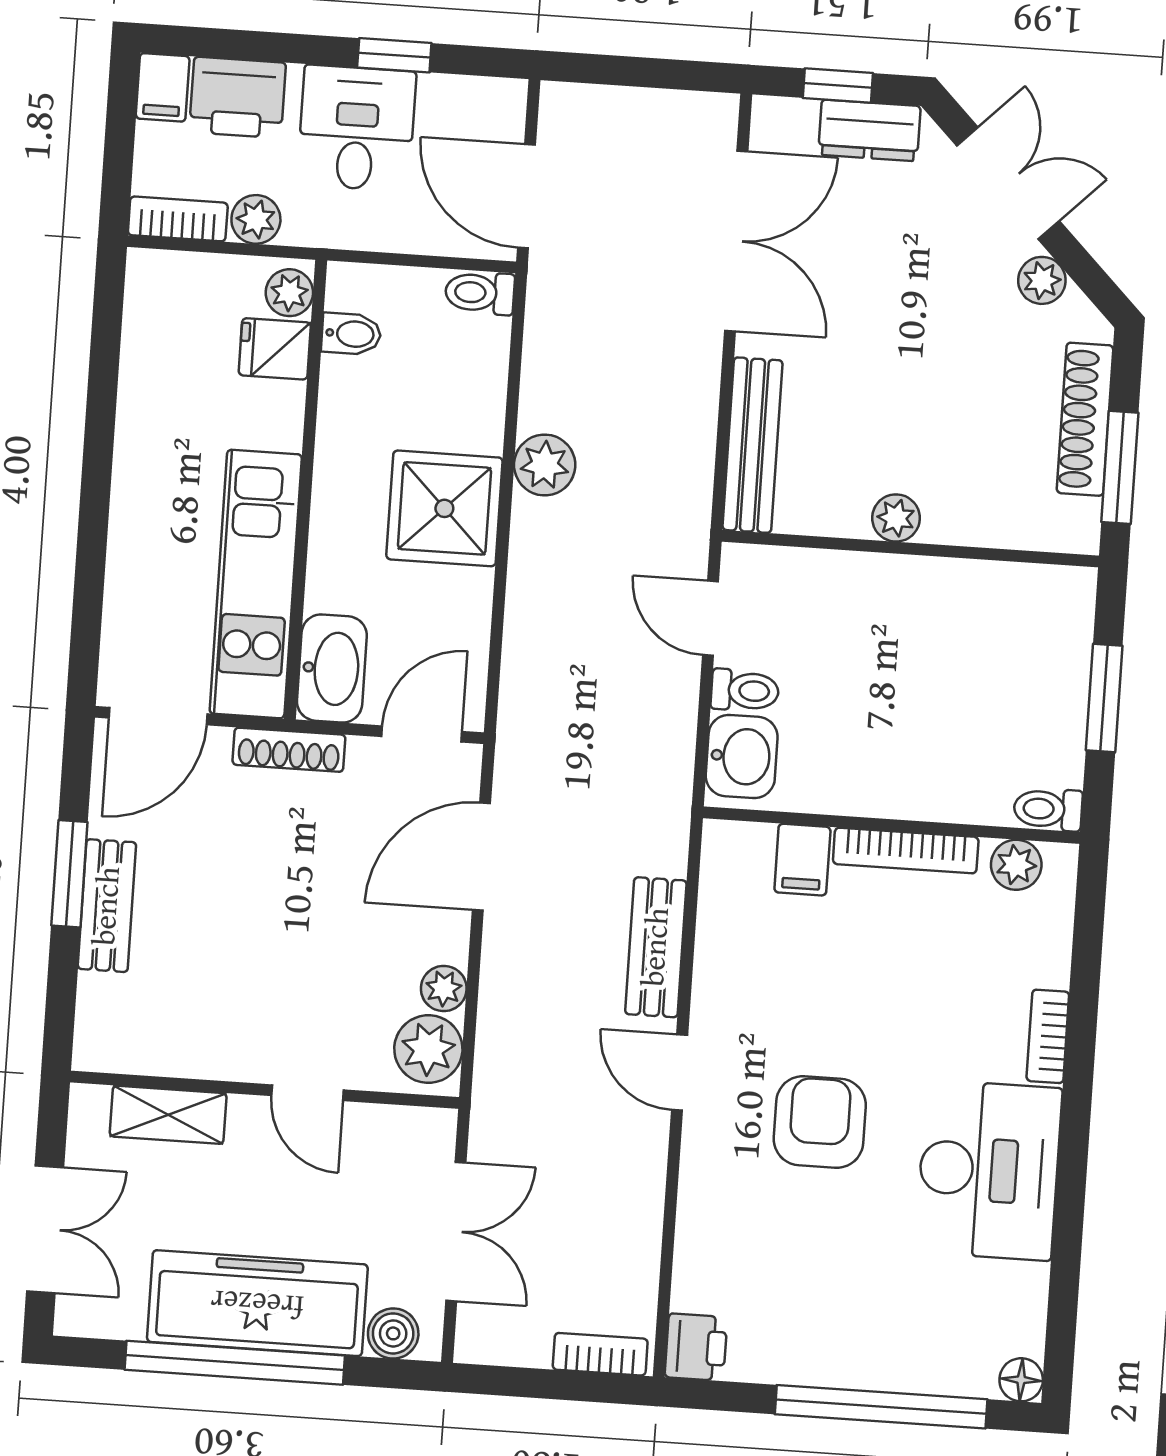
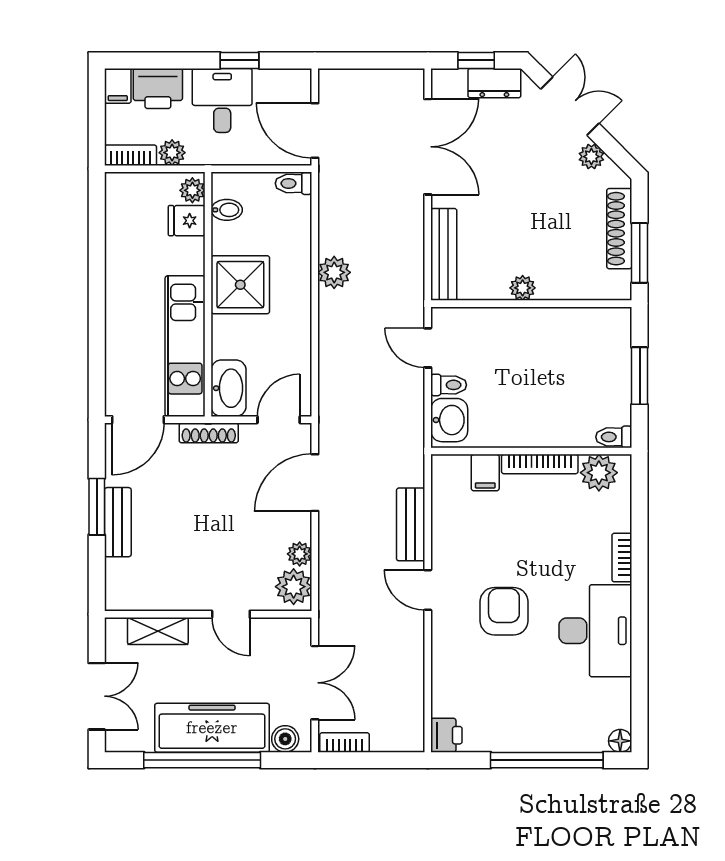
shower: (444, 508) -> (240, 285), moved
plant: (1016, 865) -> (599, 473), width x1.38, depth x1.38
bookcase: (600, 1354) -> (345, 742), moved

